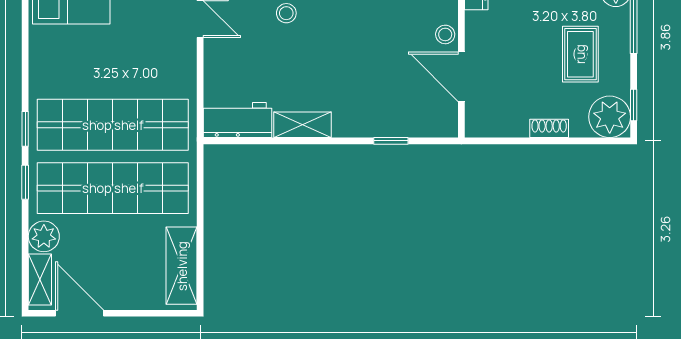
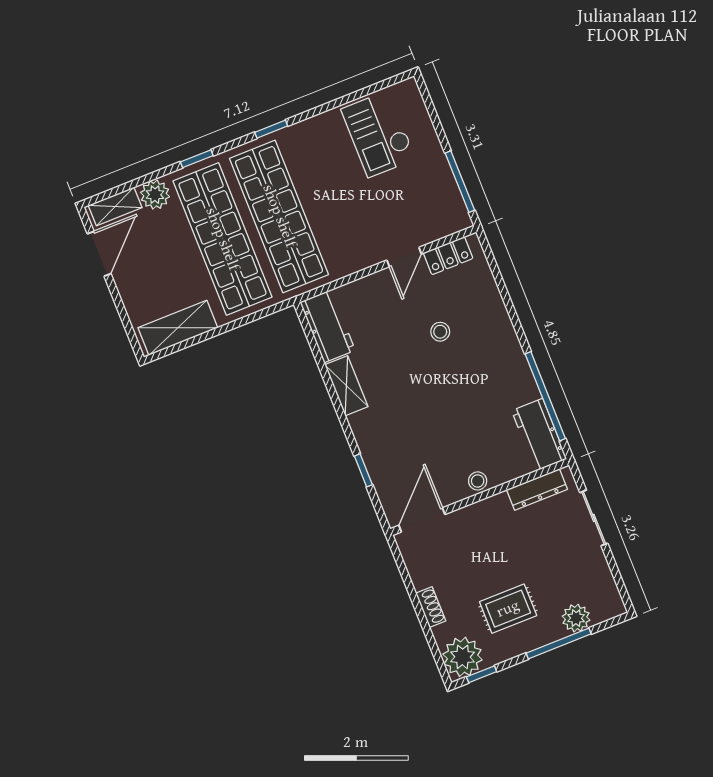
door: (461, 77) -> (422, 520), moved
window: (25, 129) -> (271, 129), moved

